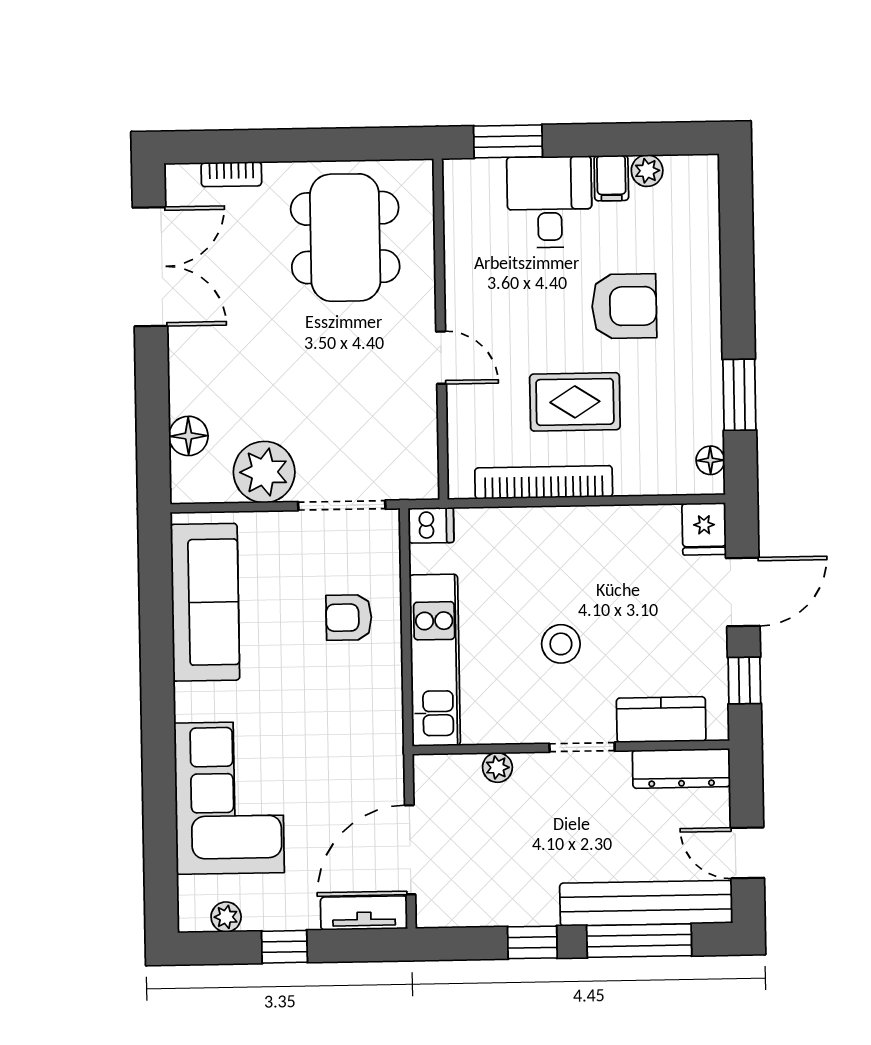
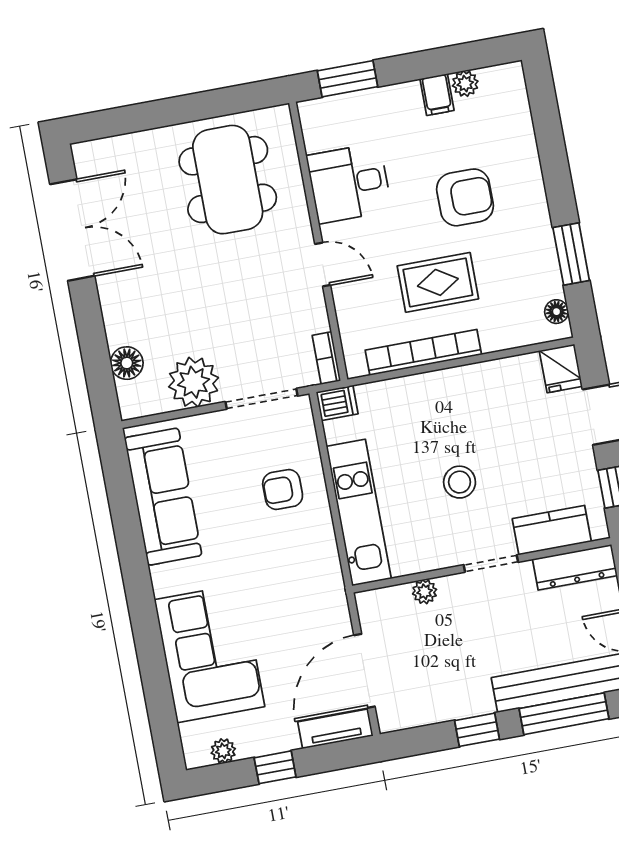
bookcase: (231, 174) -> (326, 358), moved, turned 90
desk: (550, 202) -> (349, 183), moved, turned -90

